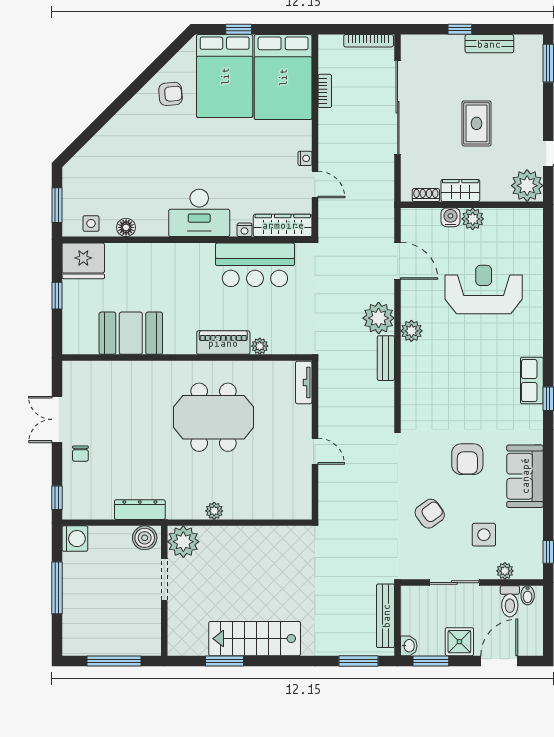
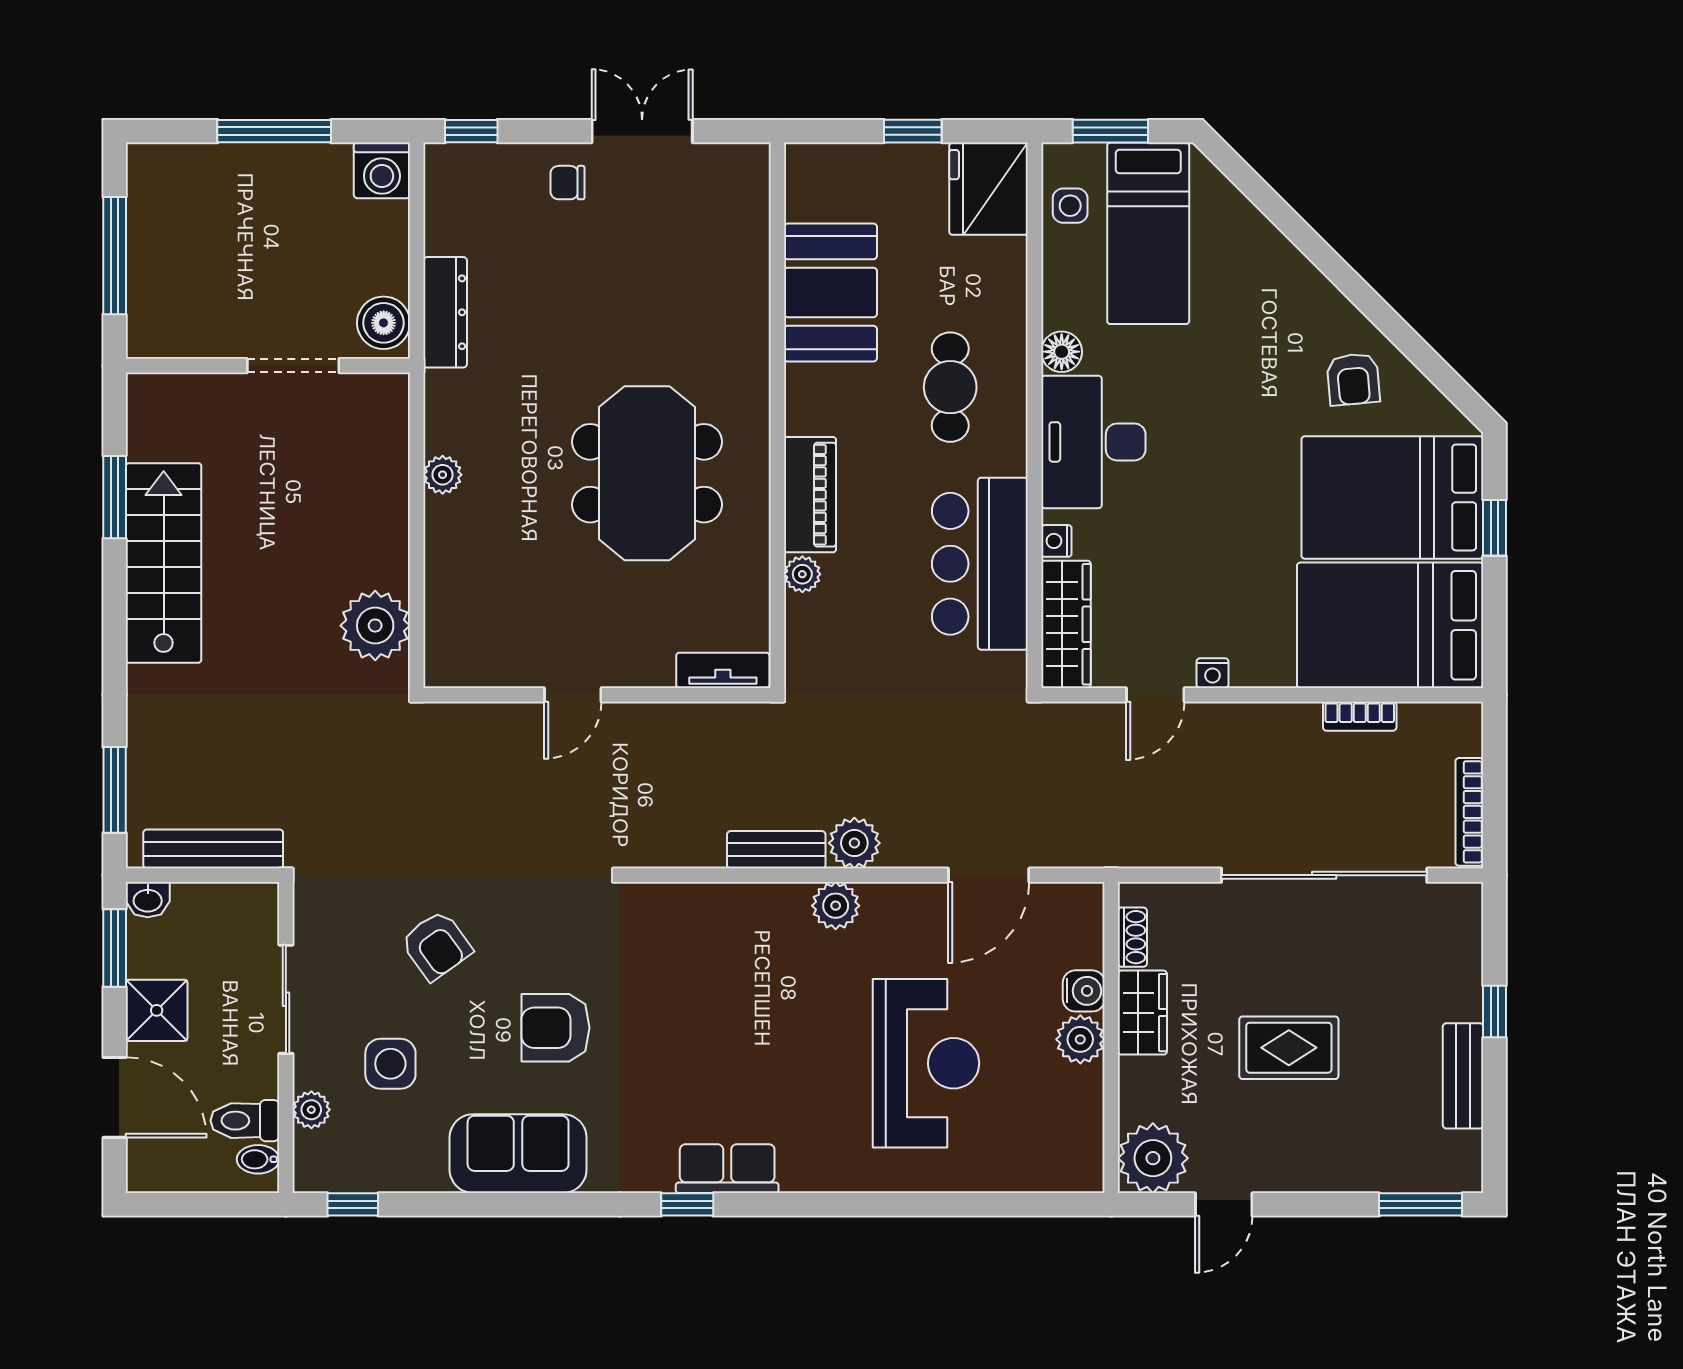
bed: (104, 188) -> (1148, 233), added
floor lamp: (126, 227) -> (1062, 352), moved
cafe table: (174, 278) -> (950, 387), added
plant: (379, 318) -> (854, 843), width x0.73, depth x0.73
plant: (183, 542) -> (375, 626), moved

